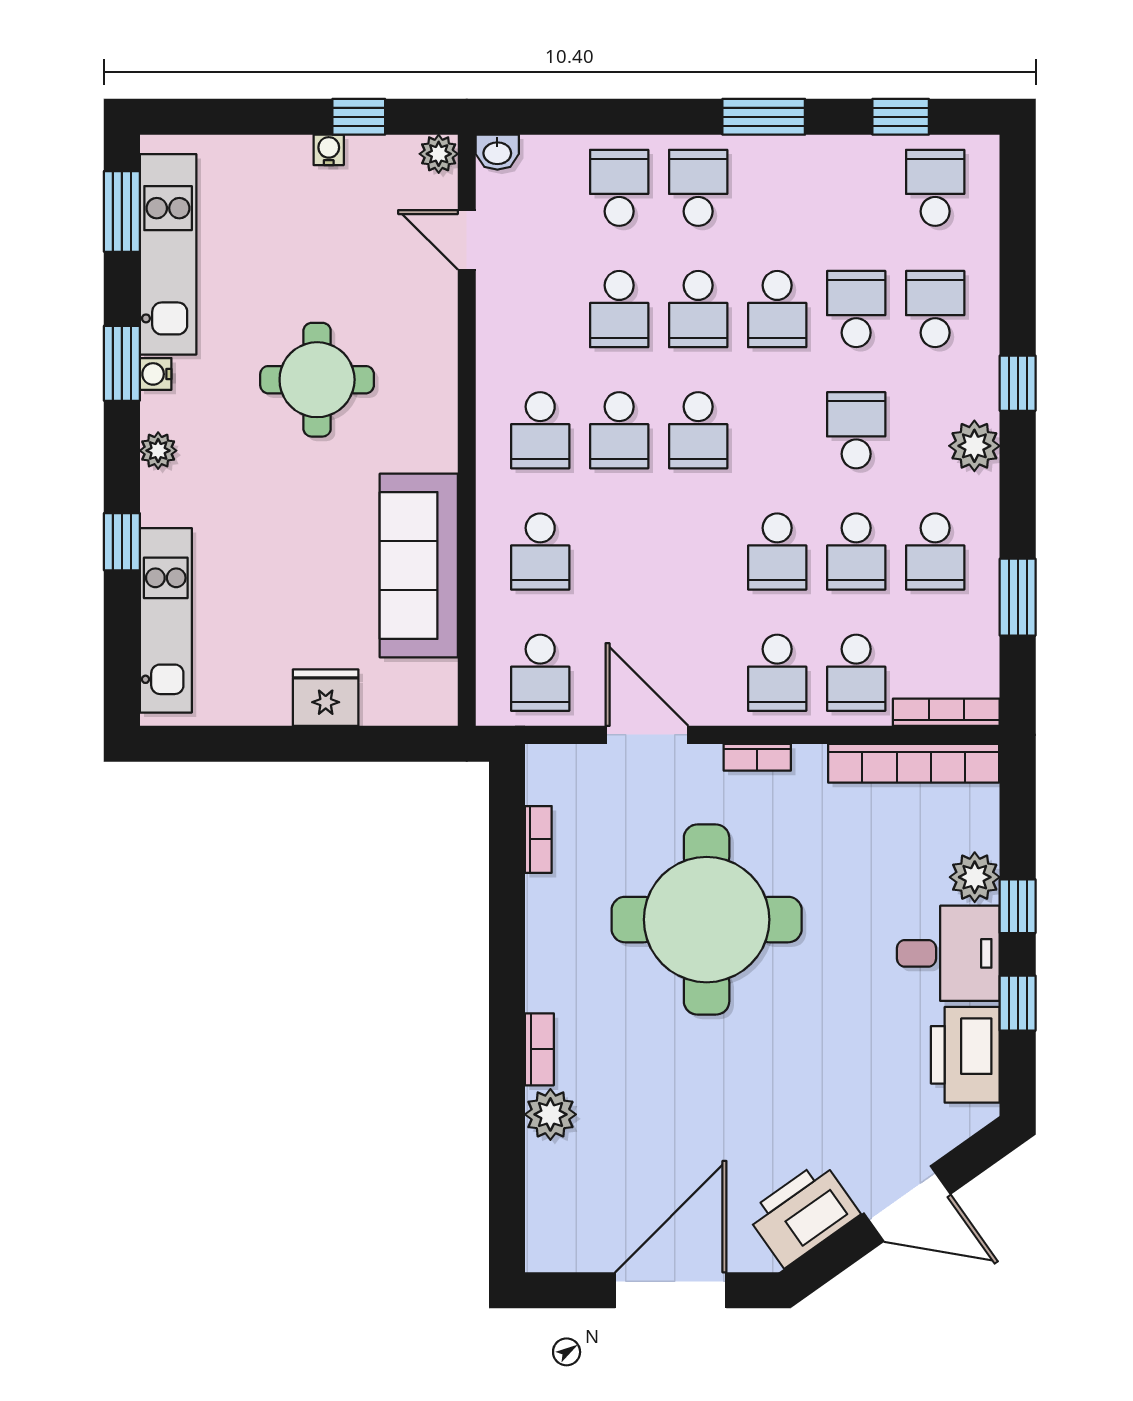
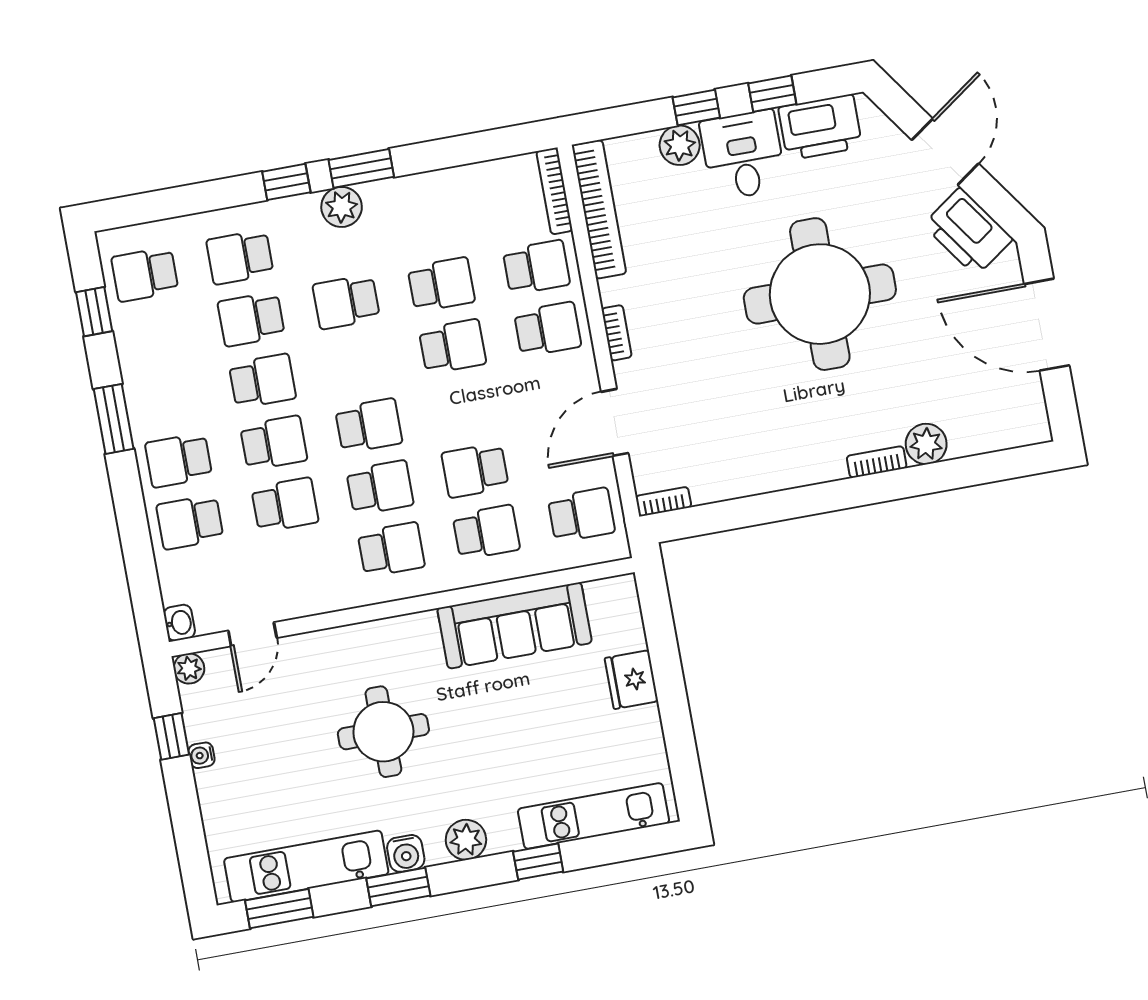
water cooler: (156, 374) -> (406, 853), width x1.38, depth x1.38
plant: (158, 451) -> (466, 840), width x1.38, depth x1.38
school desk: (935, 552) -> (475, 470), moved, turned 180
window: (1018, 597) -> (361, 168), moved
bookcase: (538, 839) -> (663, 502), moved
round table: (707, 920) -> (820, 294), moved

